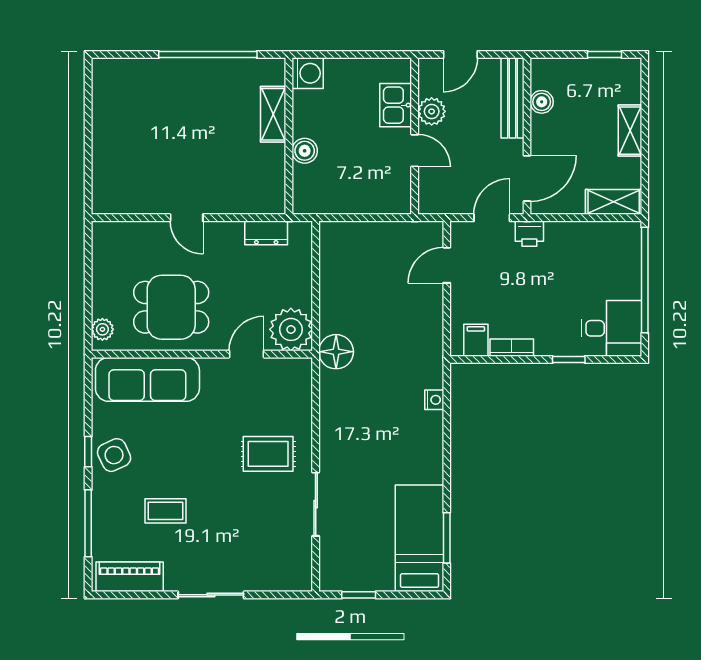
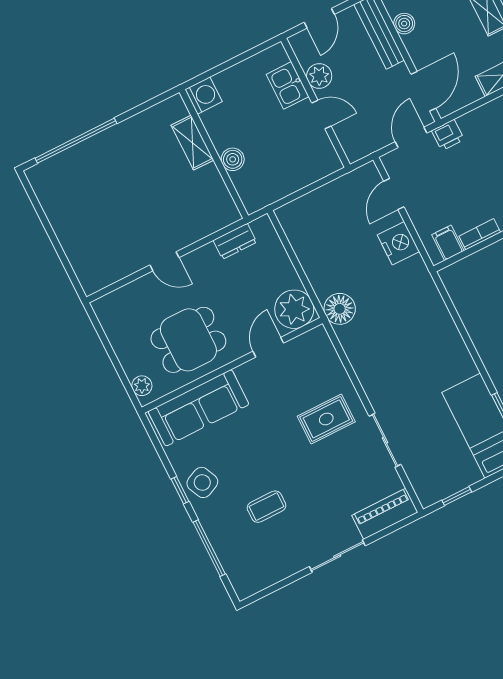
window: (208, 54) -> (76, 141), moved
nightstand: (434, 400) -> (398, 243), moved, width x1.89, depth x1.79
piano: (130, 577) -> (385, 514), moved

